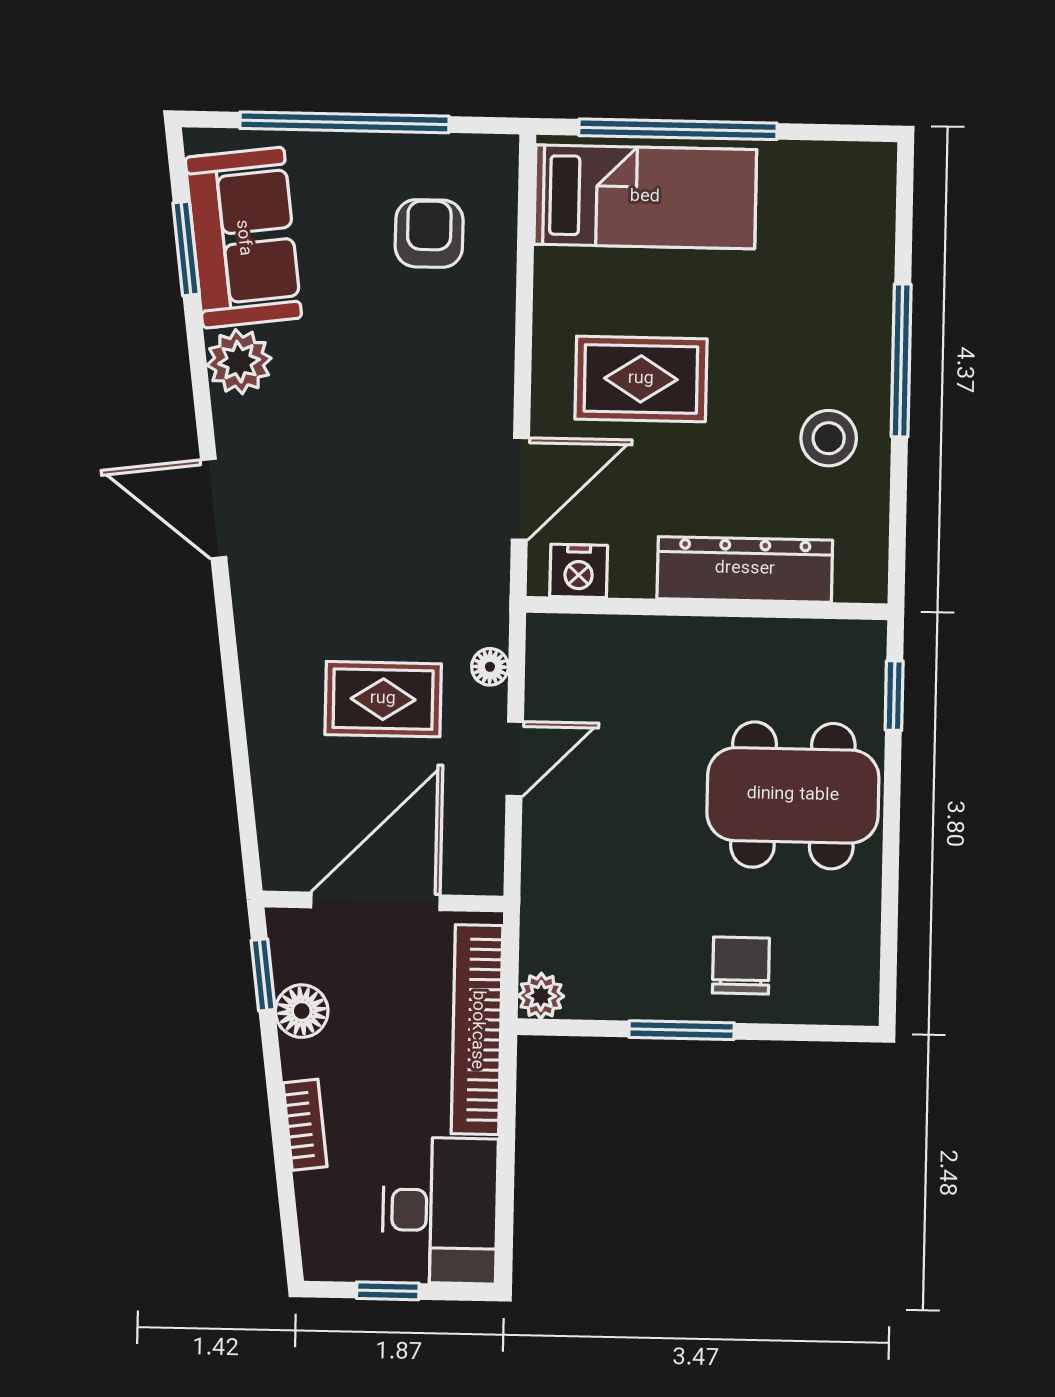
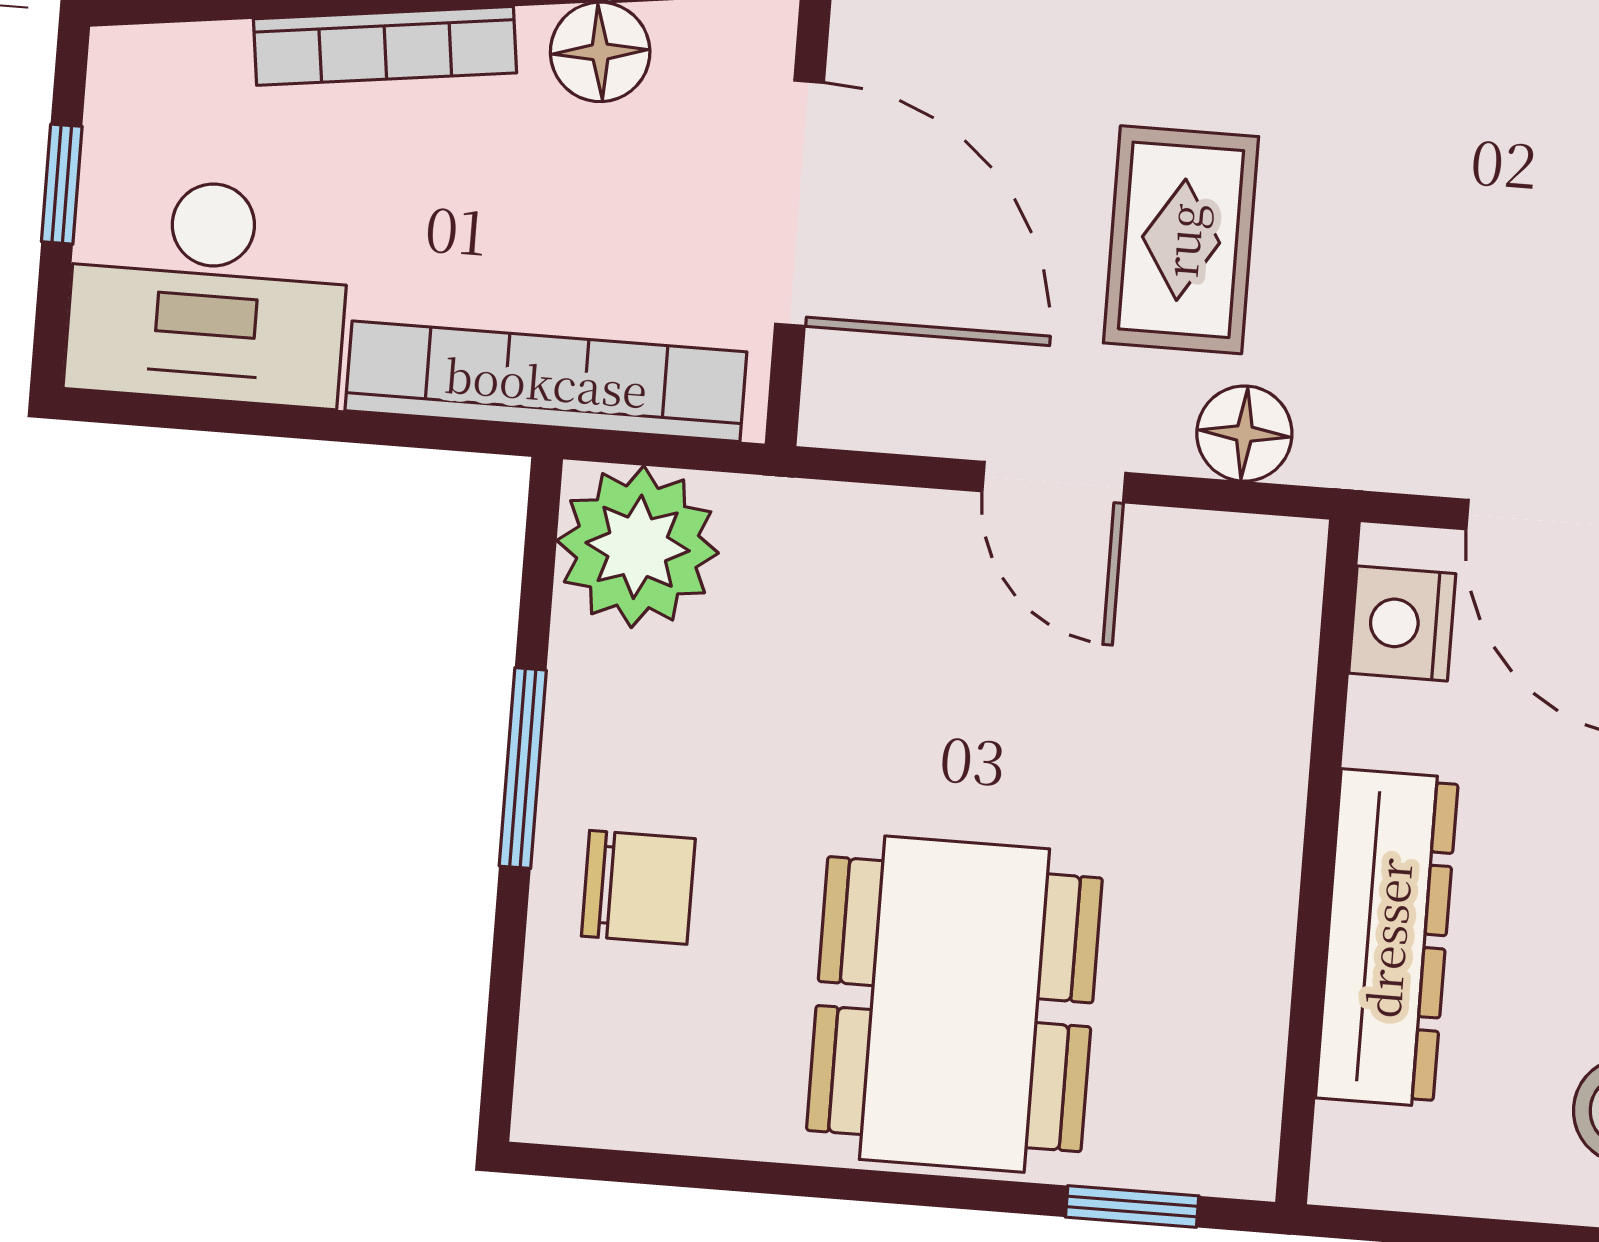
floor lamp: (490, 667) -> (1244, 434), width x1.37, depth x1.37
plant: (541, 996) -> (638, 547), width x1.88, depth x1.88
bookcase: (305, 1125) -> (385, 46), width x1.56

